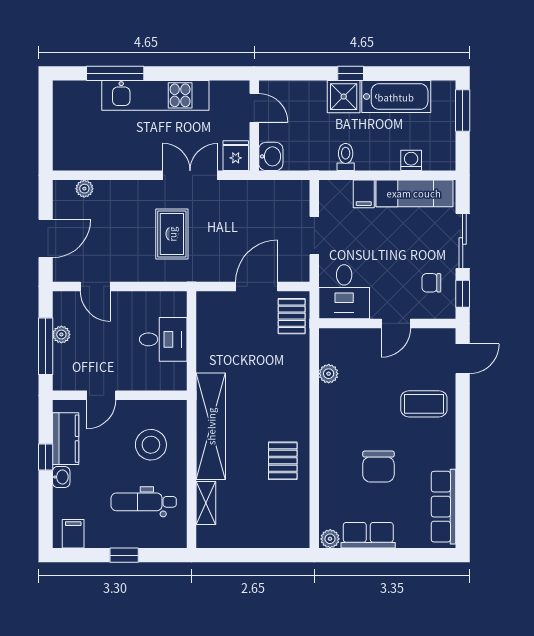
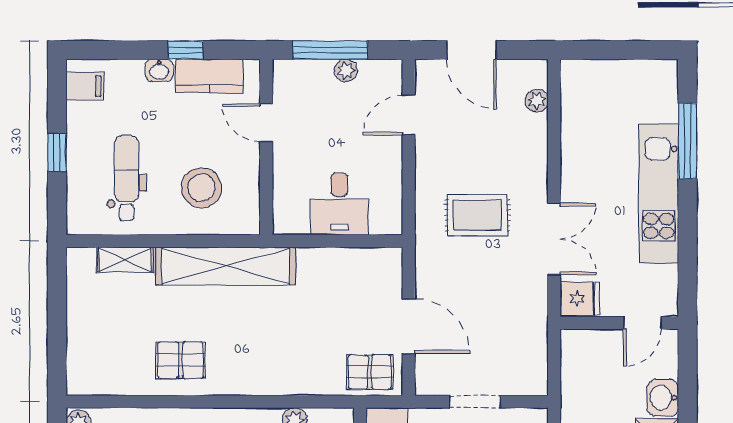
washbasin: (271, 156) -> (663, 398), moved, turned 90

